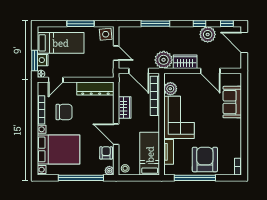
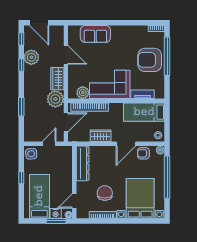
window: (80, 24) -> (21, 178), width x0.46
window: (155, 24) -> (21, 107), width x0.69
door: (244, 42) -> (39, 23), hinge flipped
door: (210, 71) -> (66, 55), hinge flipped
door: (56, 80) -> (74, 201), swing flipped
window: (195, 178) -> (167, 56), moved

